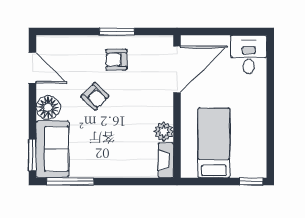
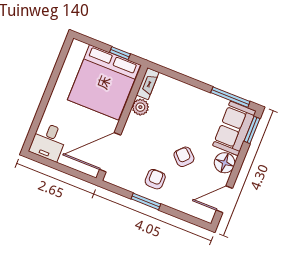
armchair: (116, 60) -> (155, 179), turned -90
door: (32, 68) -> (224, 199), hinge flipped
bed: (214, 143) -> (104, 82), width x2.04
window: (251, 181) -> (120, 53), moved

